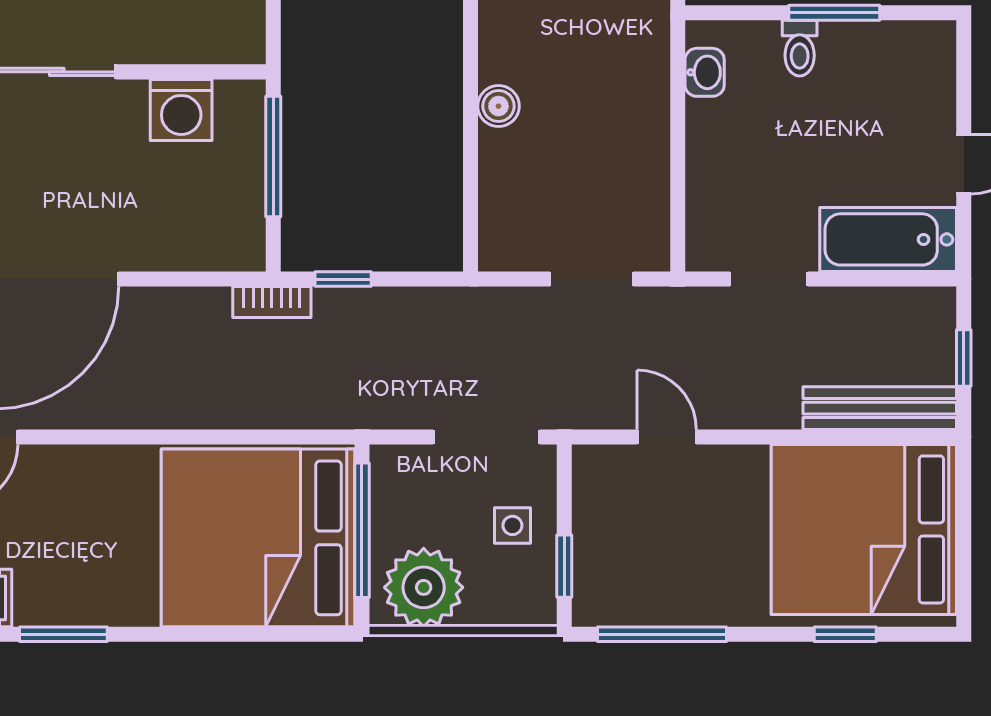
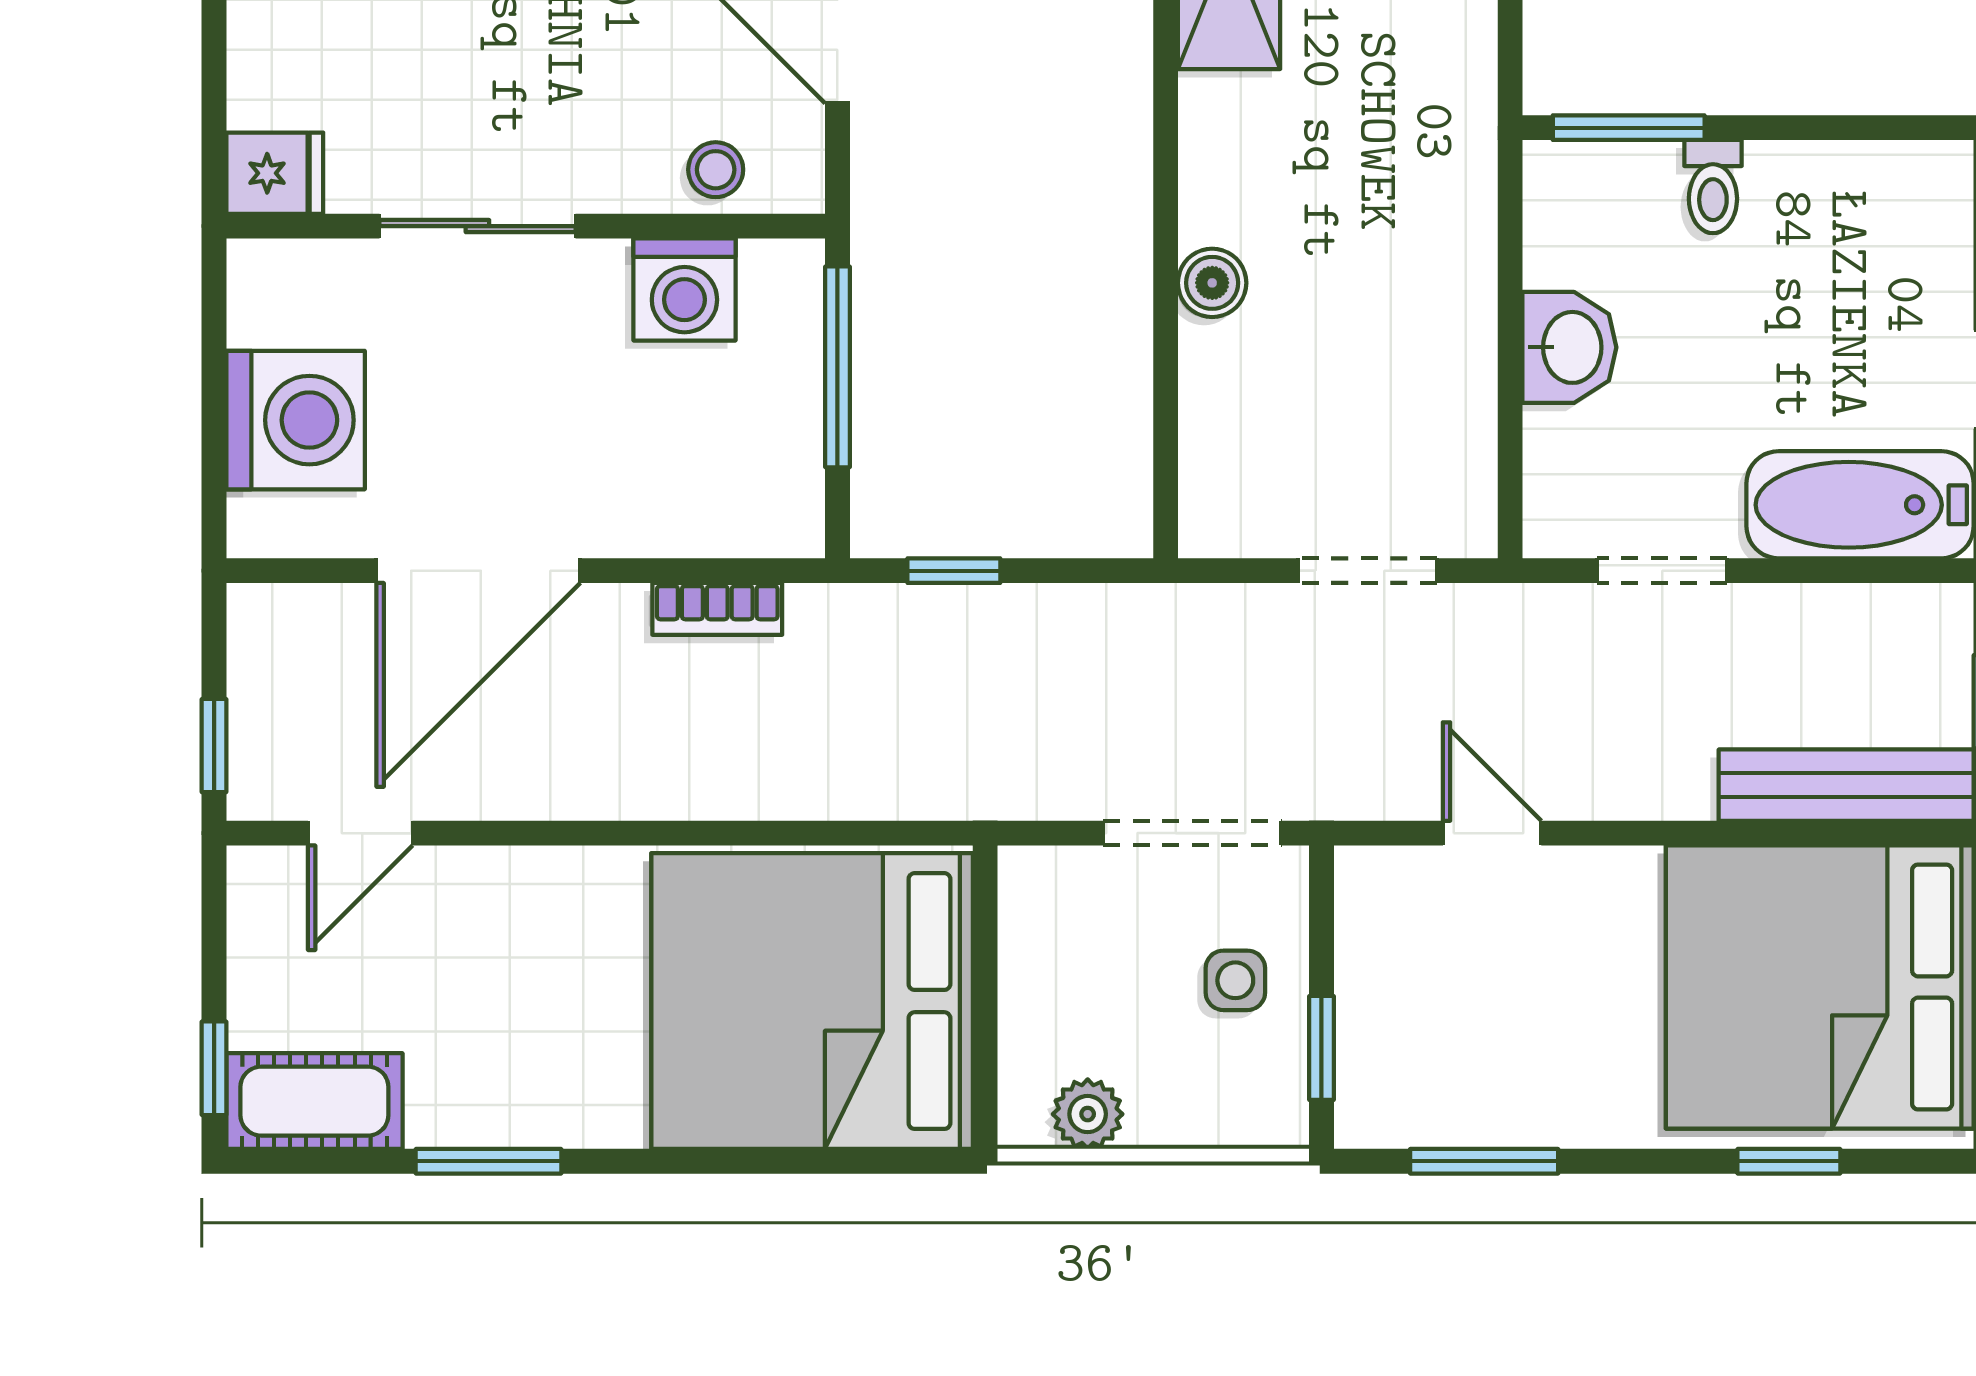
window: (834, 13) -> (1629, 128), moved
stool: (200, 38) -> (716, 170), added
washbasin: (705, 72) -> (1569, 347), moved, width x1.38, depth x1.45
bookcase: (272, 302) -> (717, 609), moved
window: (362, 530) -> (985, 988), removed
plant: (424, 587) -> (1088, 1114), width x0.53, depth x0.53
window: (662, 634) -> (1484, 1161), width x0.69

